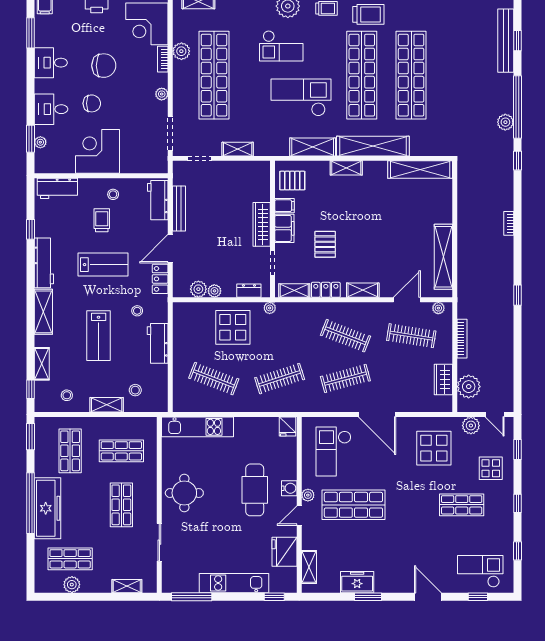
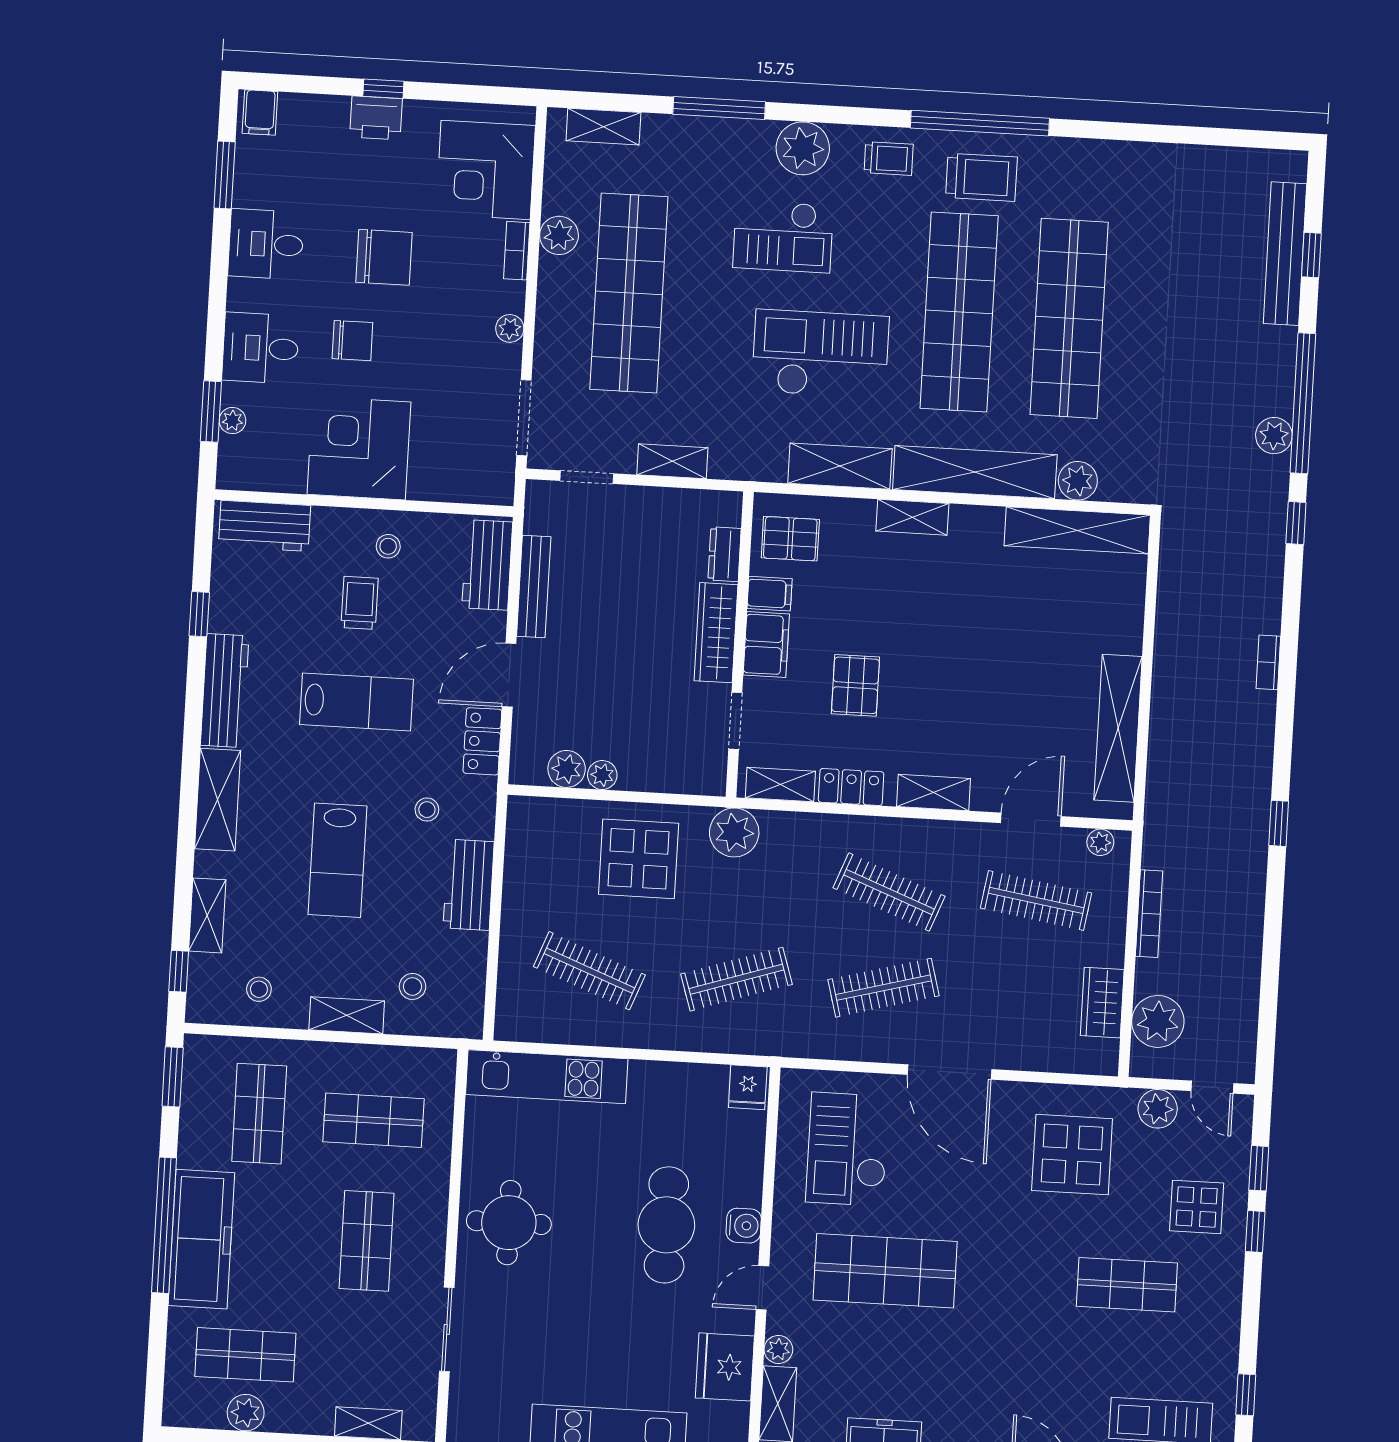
plant: (419, 147) -> (1078, 481), added
dresser: (249, 291) -> (725, 554), moved, turned -90
plant: (270, 308) -> (734, 832), width x1.88, depth x1.88
plant: (308, 495) -> (778, 1349), moved
window: (518, 503) -> (1255, 1232), moved

